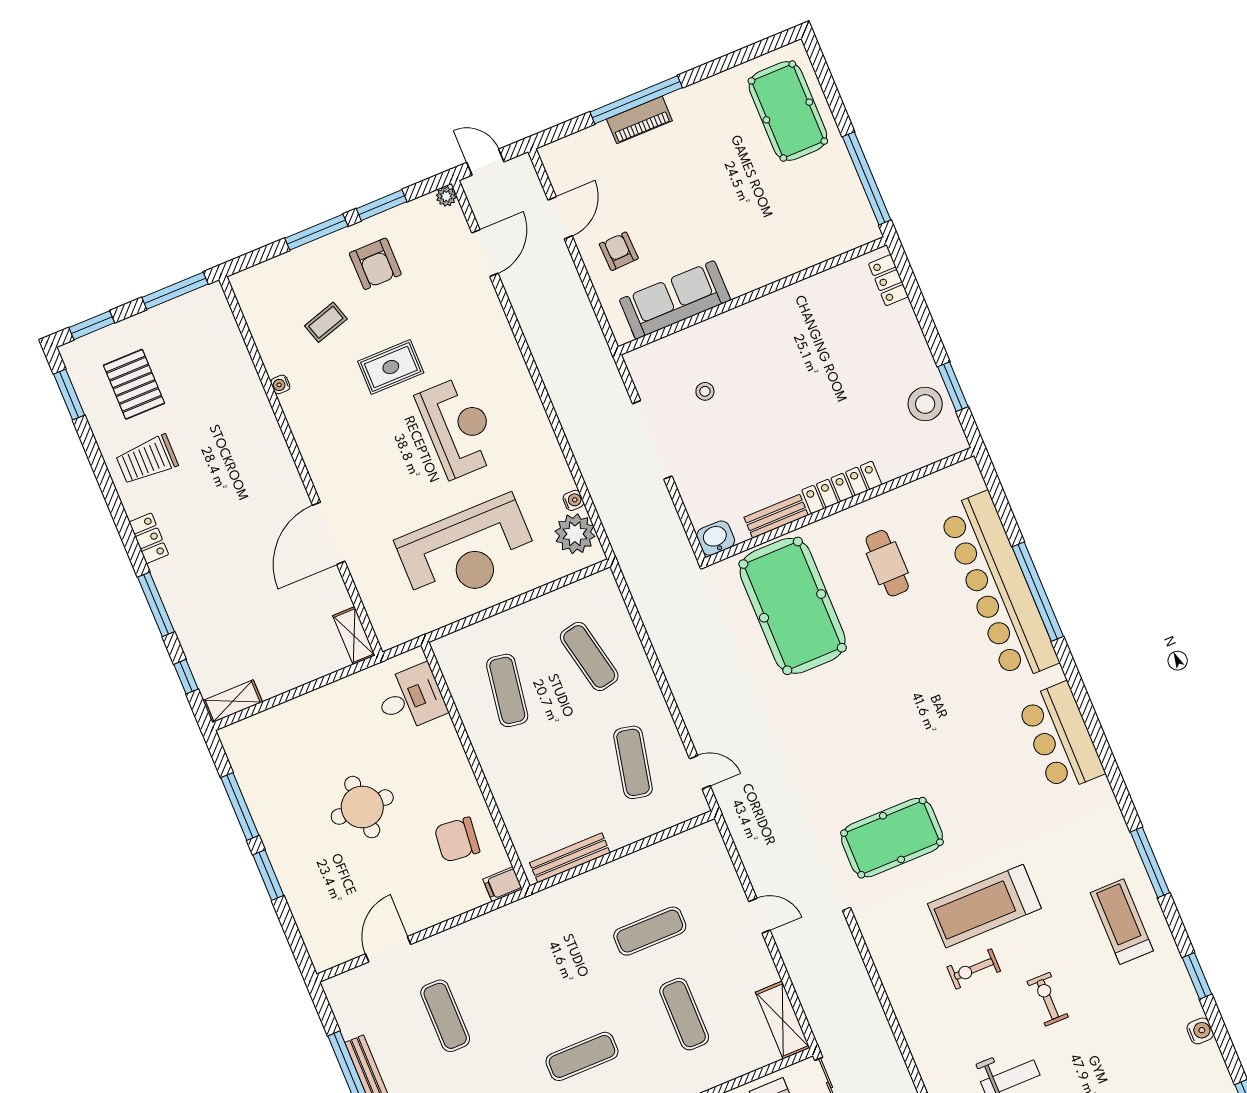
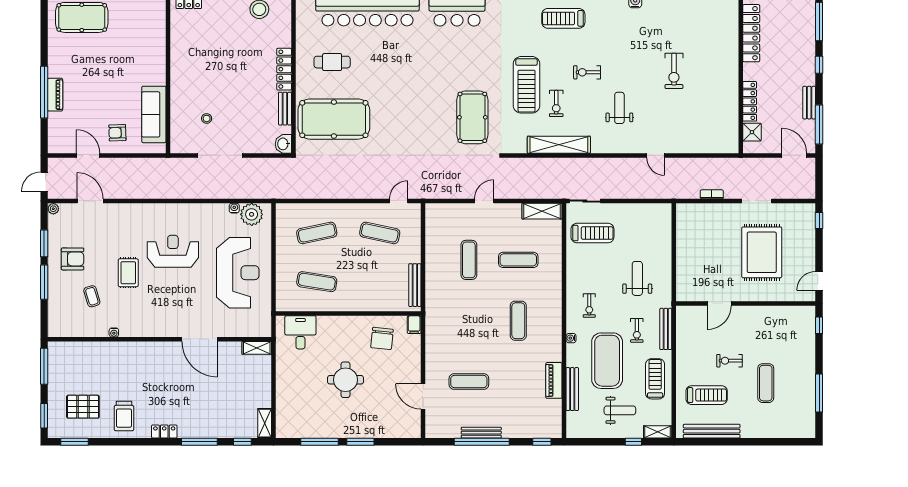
shelving: (906, 1002) -> (559, 145), added

